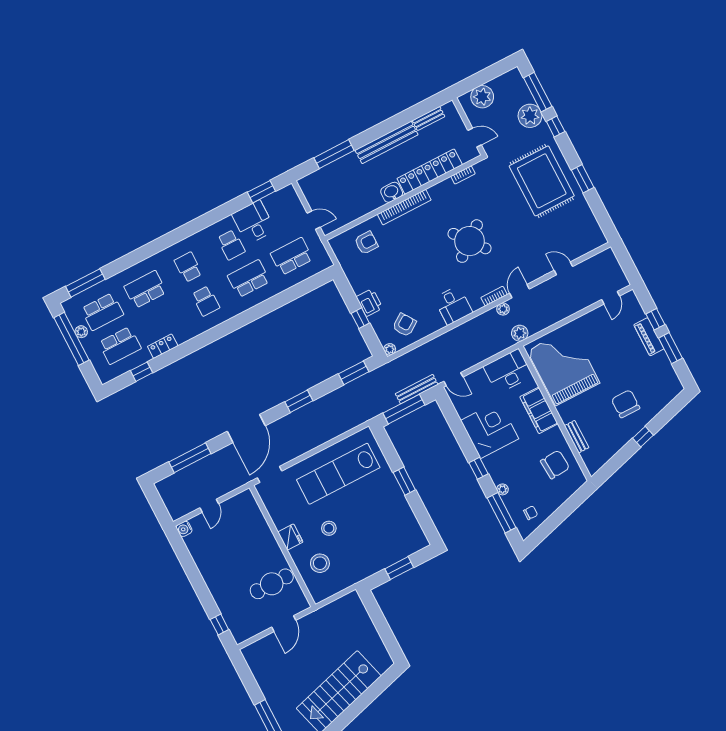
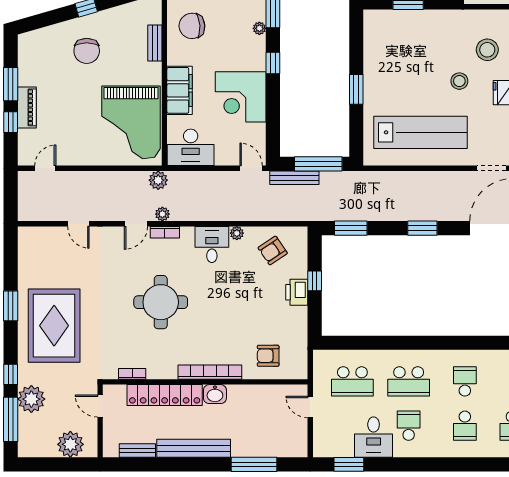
round table: (469, 241) -> (161, 302), turned 38
plant: (390, 349) -> (237, 233), moved

